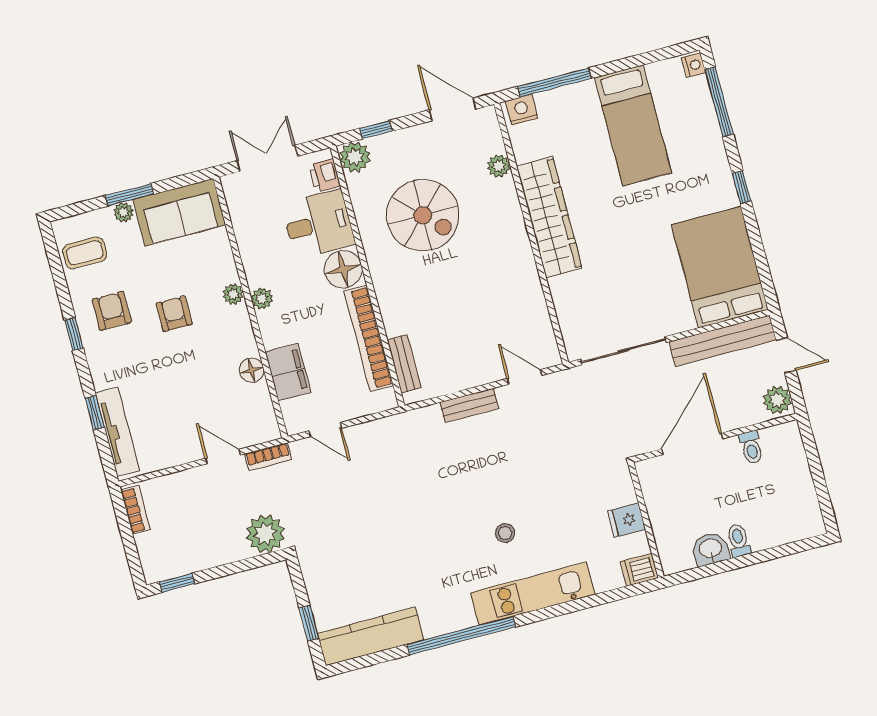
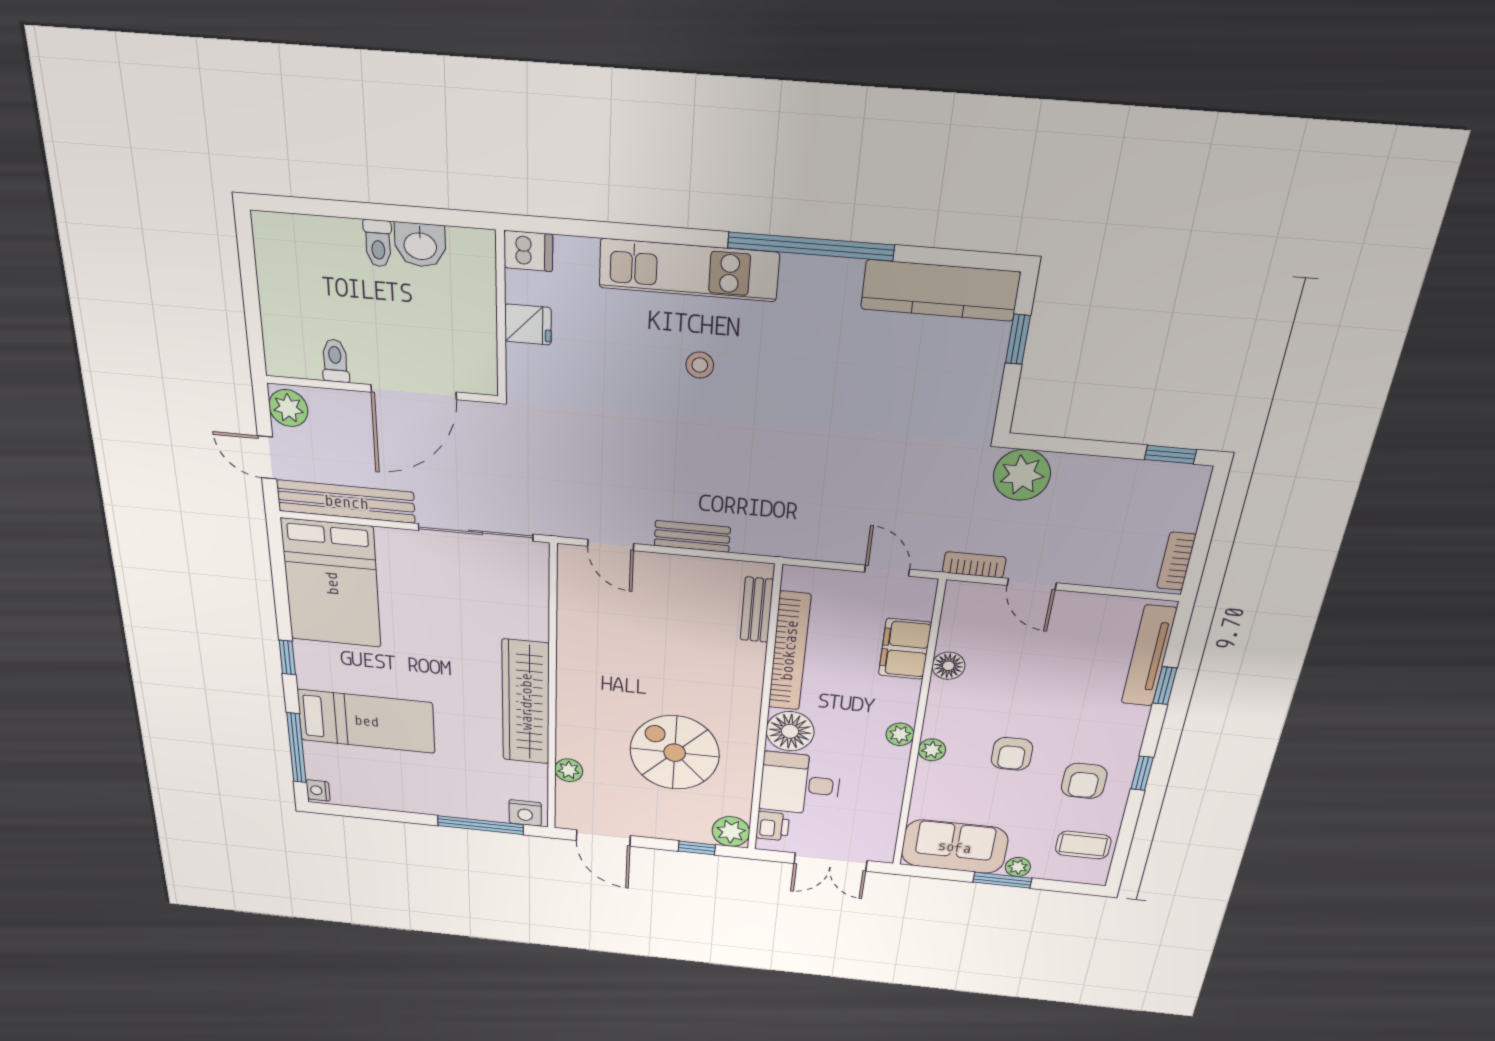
bed: (633, 125) -> (366, 721), moved, turned 90

